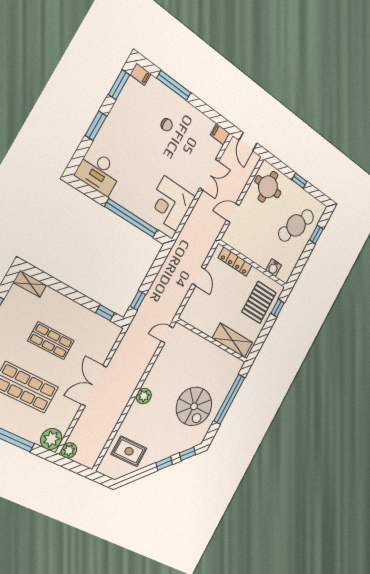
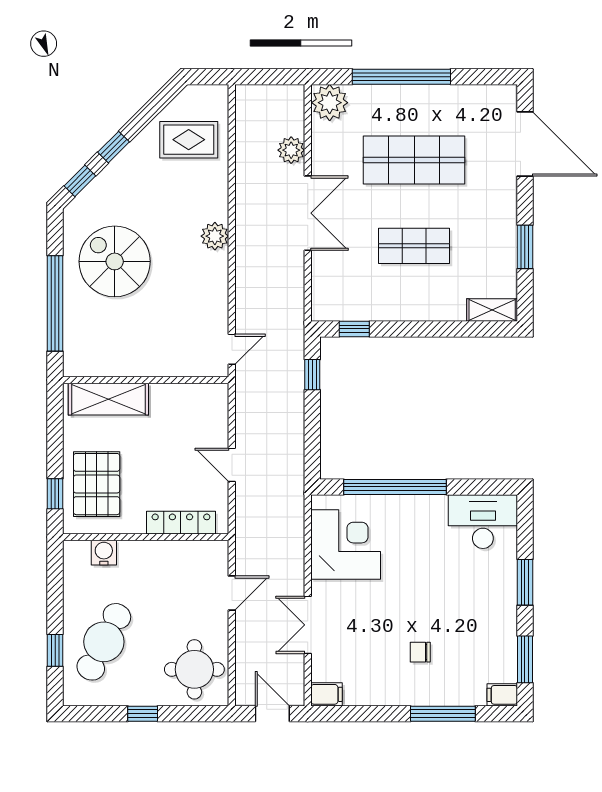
plant: (69, 450) -> (291, 150), moved

